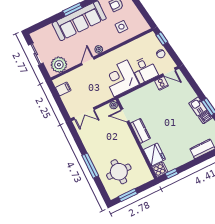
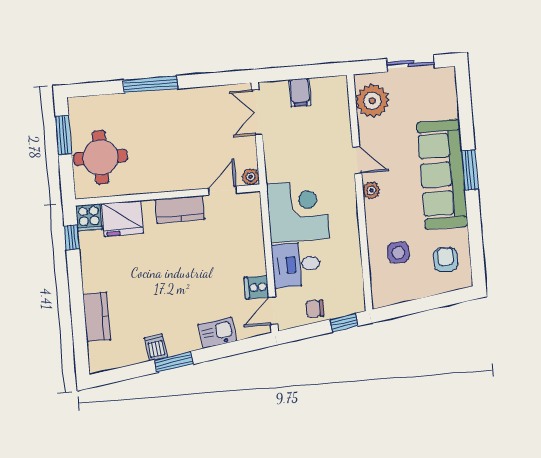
filing cabinet: (63, 89) -> (300, 92), moved
kitchen sink: (198, 106) -> (217, 333), moved
round table: (119, 172) -> (100, 157), moved

